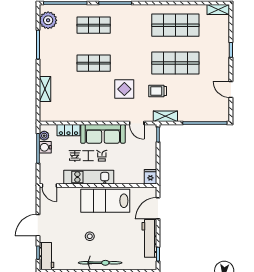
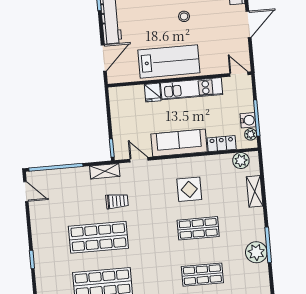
plant: (48, 20) -> (256, 252), moved
display table: (124, 89) -> (189, 189), moved
door: (231, 90) -> (26, 192), moved
plant: (54, 115) -> (241, 161), added
fridge: (150, 177) -> (153, 93), moved

